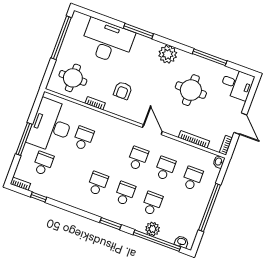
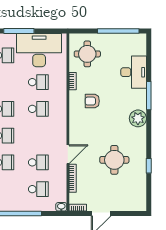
desk: (107, 41) -> (134, 72), width x0.73, depth x0.77
plant: (168, 54) -> (138, 118), moved
window: (210, 57) -> (149, 166), width x0.46
desk: (237, 84) -> (134, 198), removed
door: (152, 130) -> (68, 154), moved
school desk: (138, 158) -> (38, 109), moved

